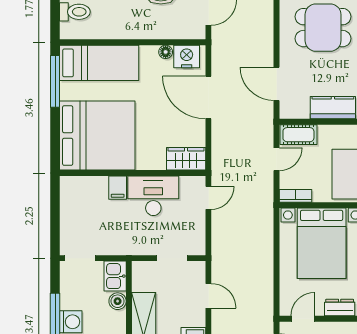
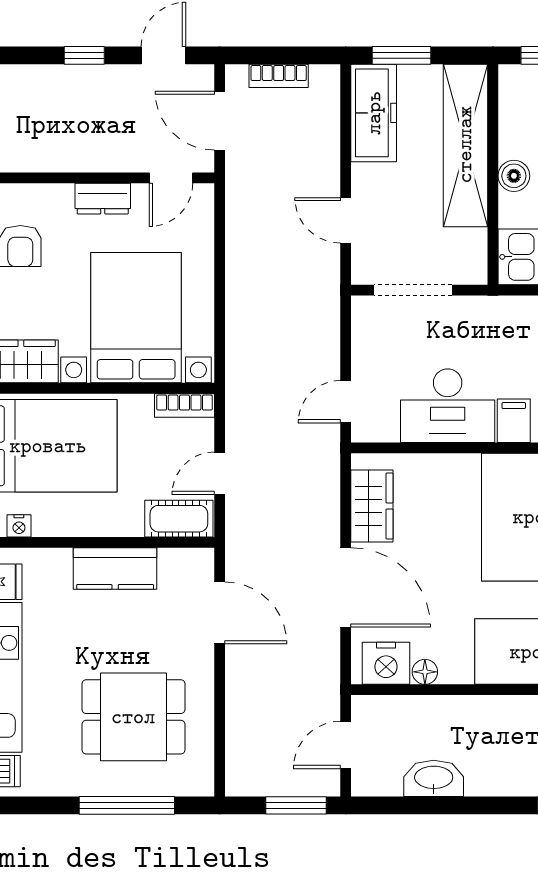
wardrobe: (186, 159) -> (372, 506), moved, turned -90
doorway: (172, 258) -> (413, 290), width x1.38
boiler: (118, 301) -> (514, 176), moved

